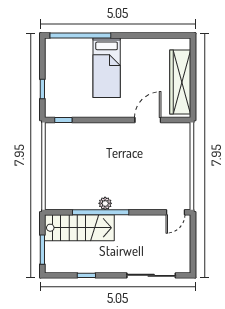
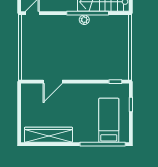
bed: (107, 68) -> (109, 120), moved
wardrobe: (180, 82) -> (48, 135), moved, turned -90

